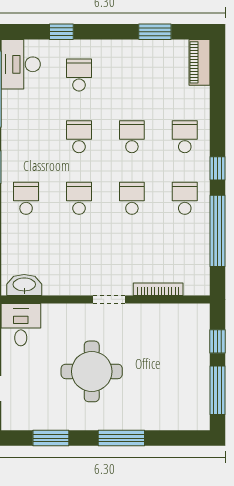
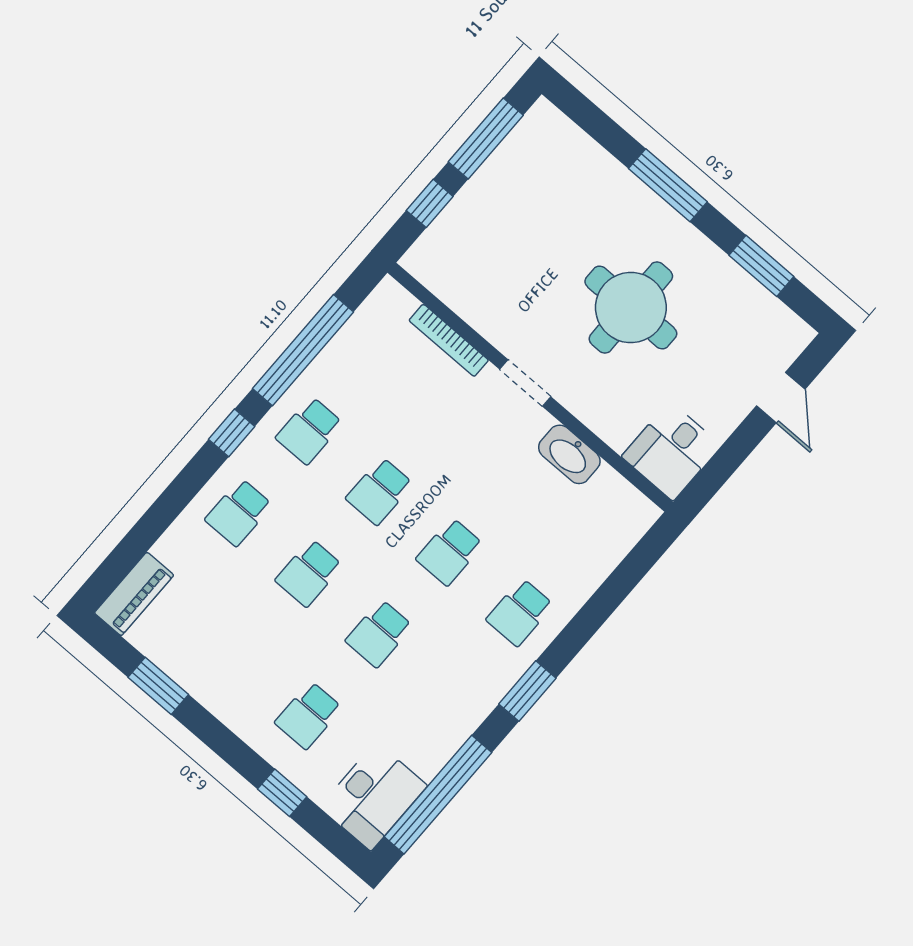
washbasin: (24, 285) -> (569, 454), moved

